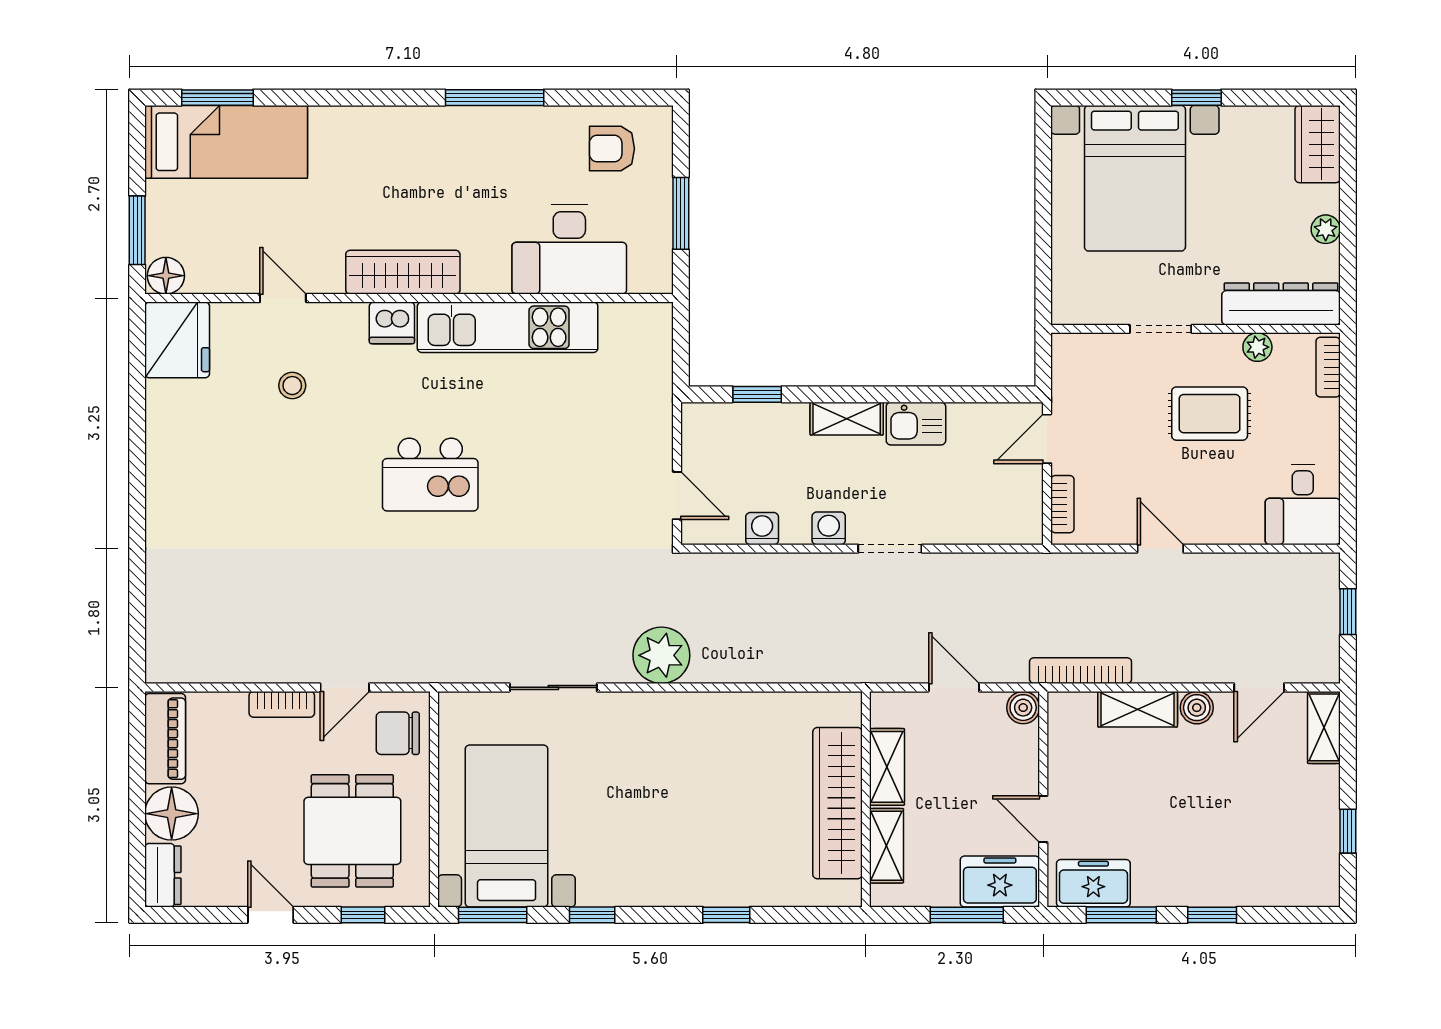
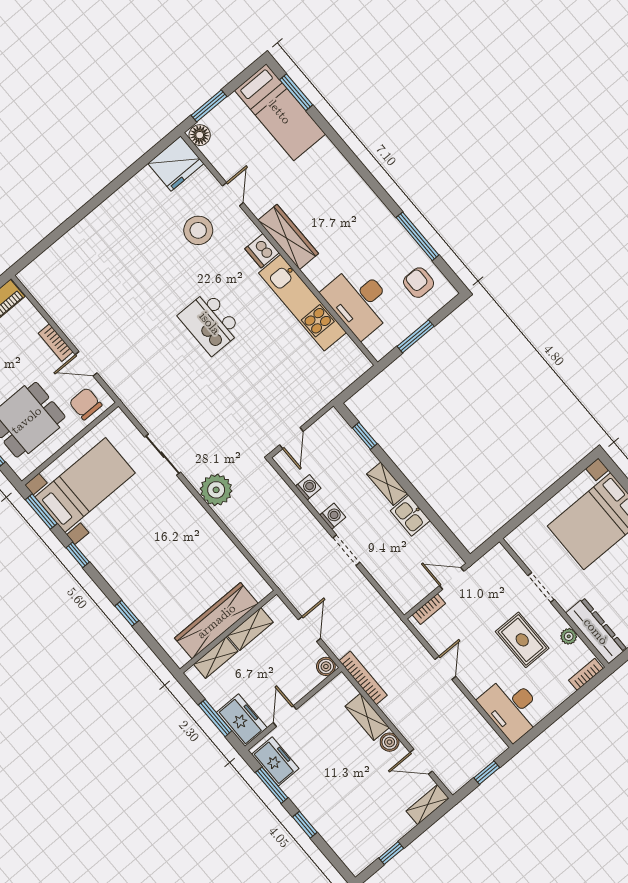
window: (495, 98) -> (417, 236), moved
stool: (292, 386) -> (198, 230), width x1.89, depth x1.89
desk: (1303, 505) -> (512, 708), width x1.37

